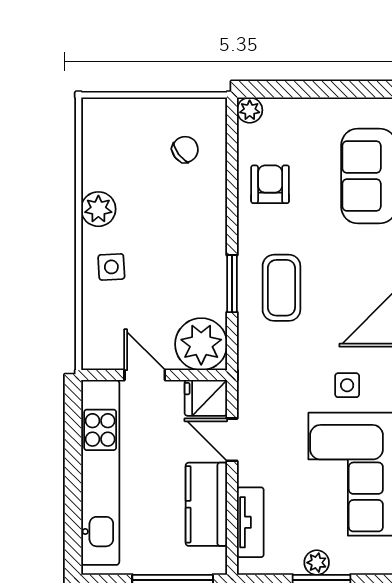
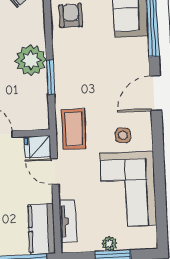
coffee table: (281, 288) -> (74, 129), moved
plant: (201, 344) -> (31, 60), moved
kitchen counter: (206, 504) -> (42, 229), moved

